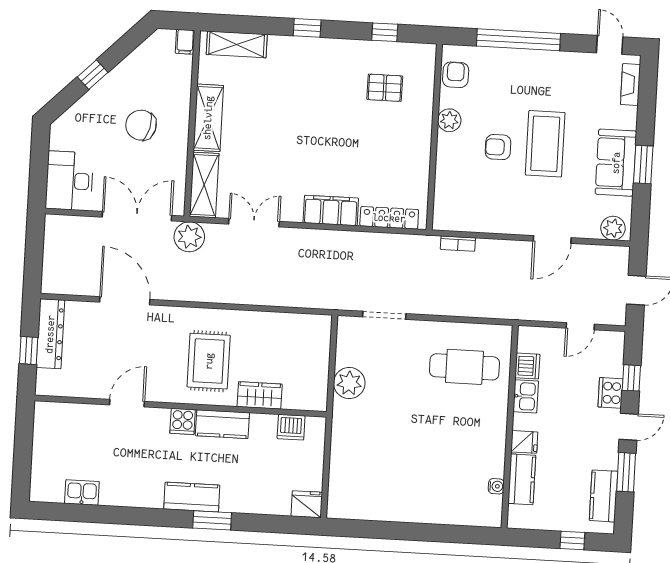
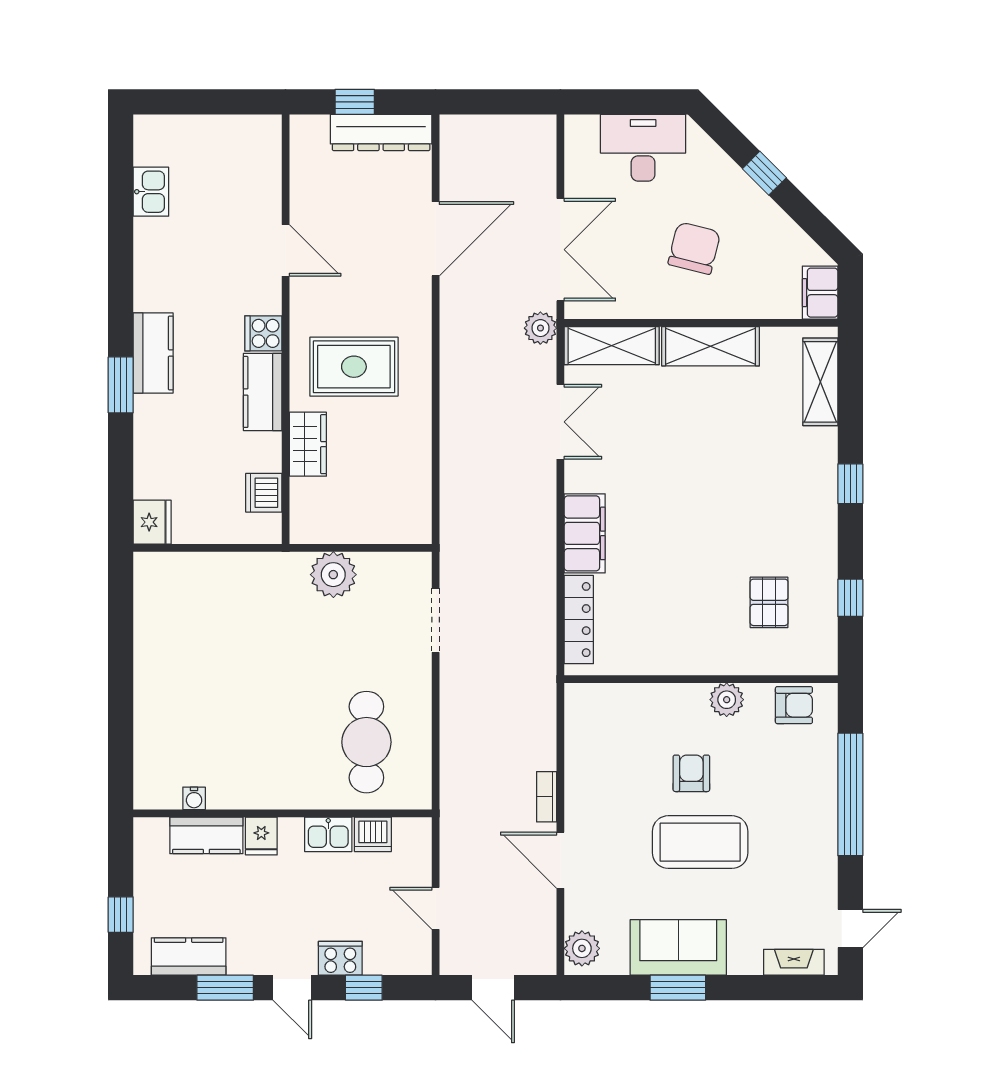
filing cabinet: (185, 42) -> (820, 293), width x2.00
desk: (69, 181) -> (643, 148), moved
plant: (189, 237) -> (540, 328), width x0.73, depth x0.73
bookcase: (458, 244) -> (547, 797), moved

